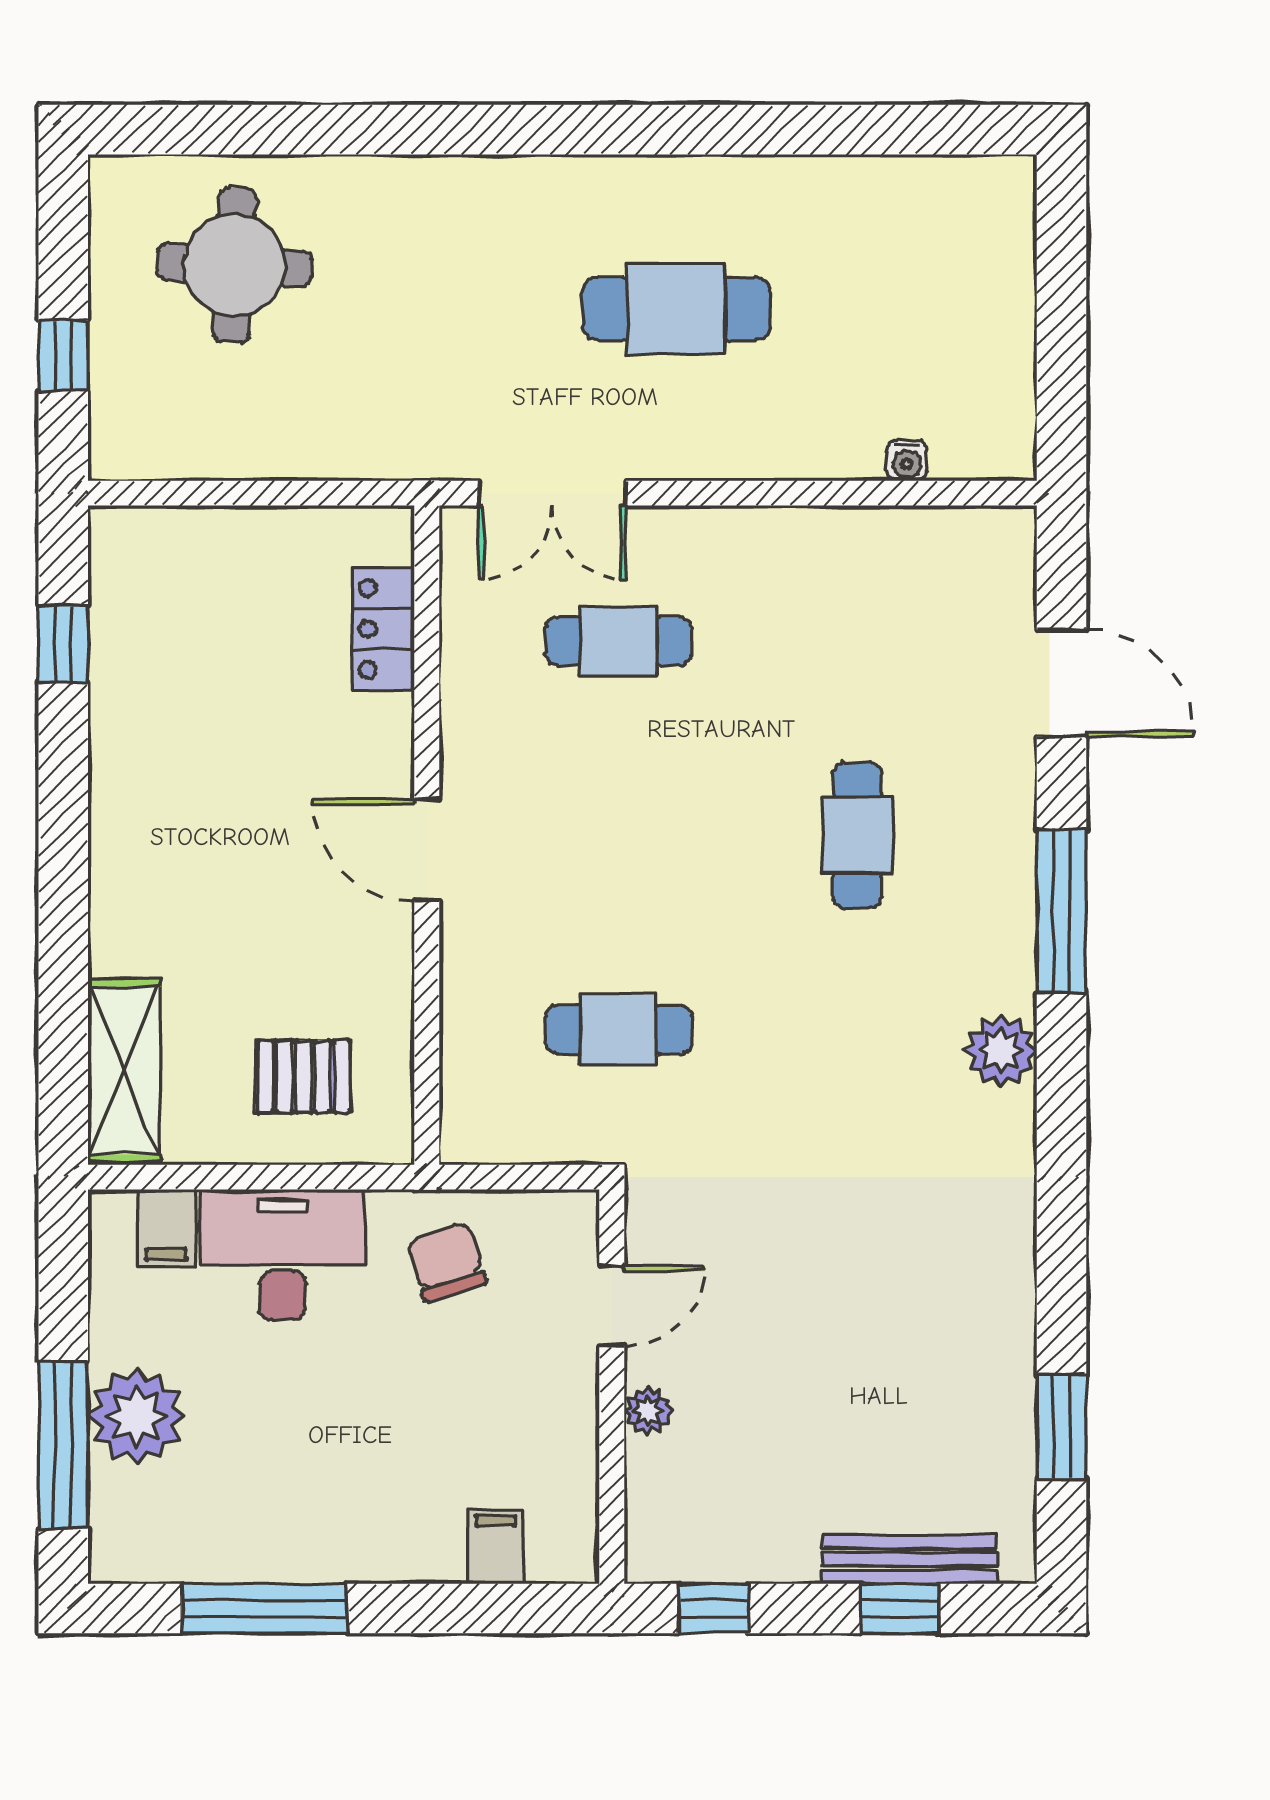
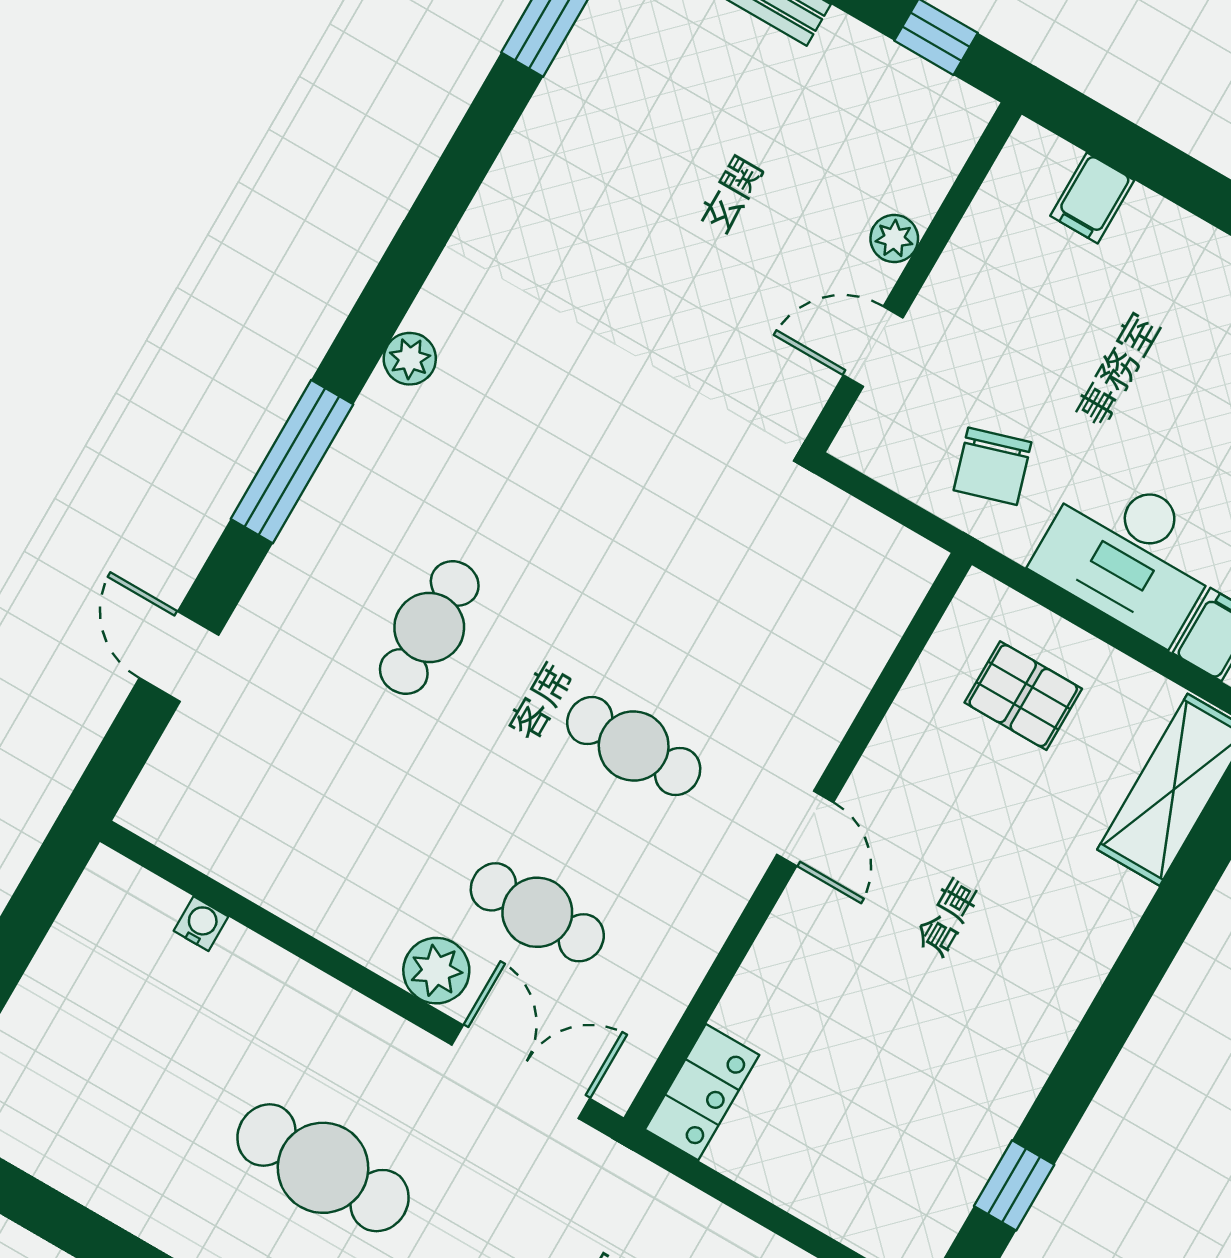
plant: (677, 539) -> (436, 971), added
locker: (383, 629) -> (702, 1092), moved
door: (1062, 683) -> (179, 656), width x0.73
door: (427, 850) -> (805, 828), width x0.73
cafe table: (619, 1029) -> (634, 746), moved
plant: (1001, 1051) -> (410, 359), width x0.73, depth x0.73

